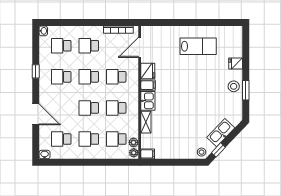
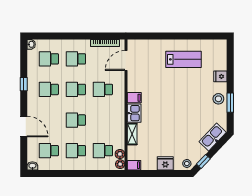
fridge: (148, 71) -> (165, 163), moved, turned -90
school desk: (116, 108) -> (103, 120), removed
kitchen sink: (221, 133) -> (213, 137), moved

